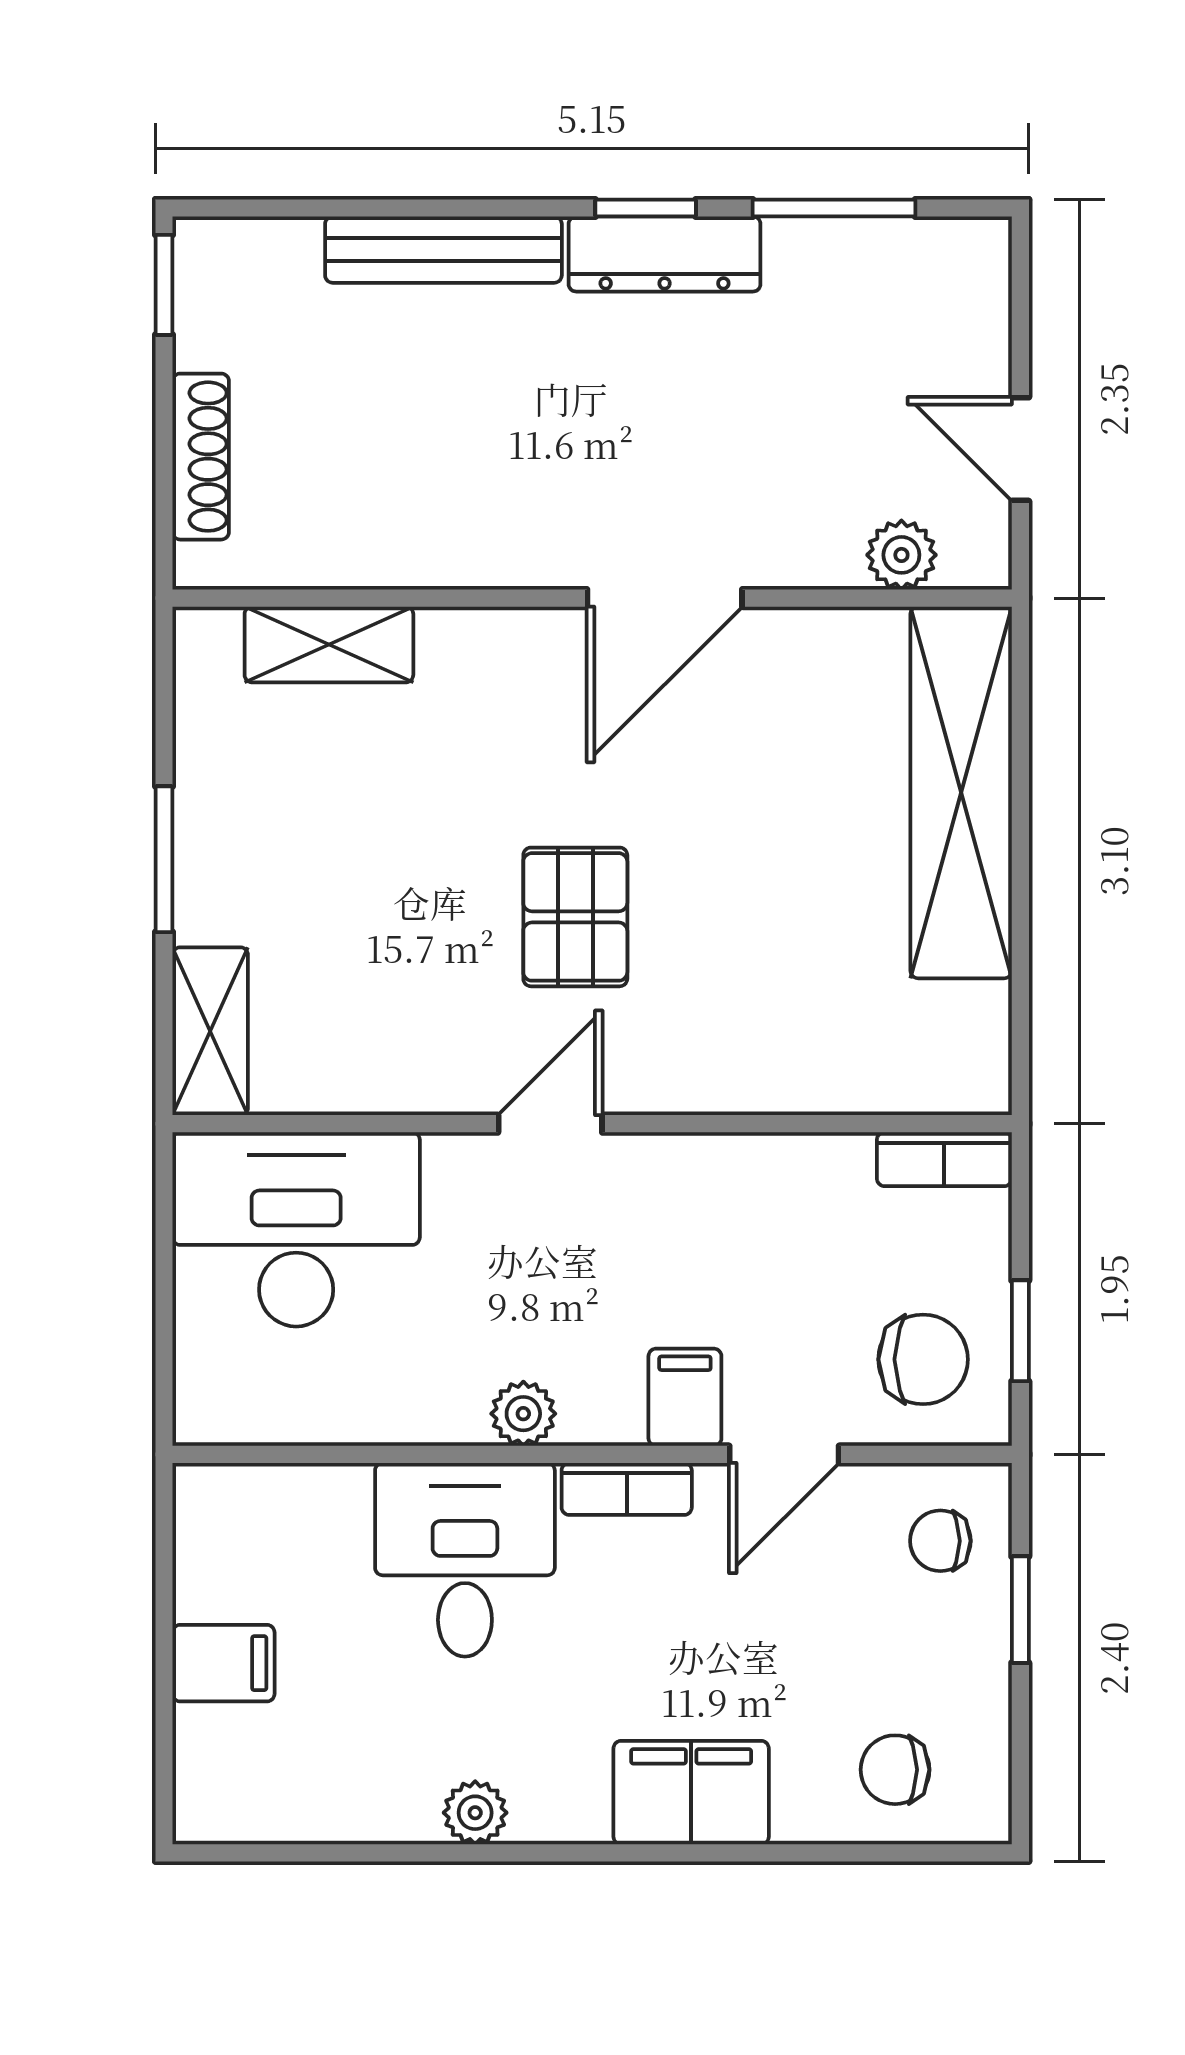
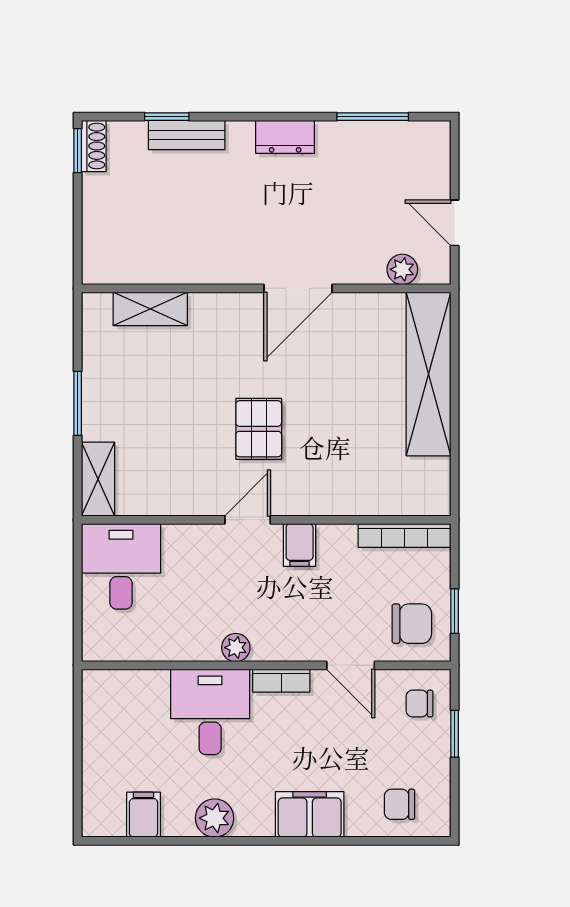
window: (646, 208) -> (167, 117), moved
bench: (443, 250) -> (187, 135), width x0.73
dresser: (665, 254) -> (285, 137), width x0.70
shoe rack: (201, 457) -> (94, 146), moved, width x0.70
bookcase: (944, 1159) -> (404, 535), width x1.56
desk: (296, 1229) -> (121, 566), width x0.73
filing cabinet: (685, 1397) -> (300, 545), moved, turned 180
door: (784, 1454) -> (351, 665), hinge flipped
filing cabinet: (223, 1663) -> (143, 815), moved, turned -90
plant: (475, 1813) -> (215, 818), width x1.38, depth x1.38

